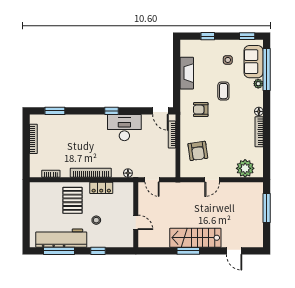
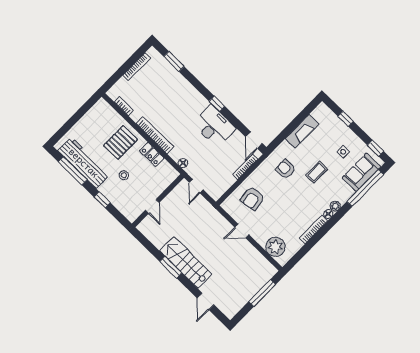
plant: (258, 84) -> (335, 206), moved

